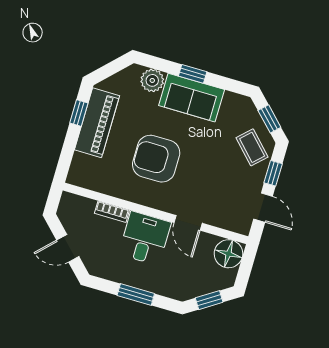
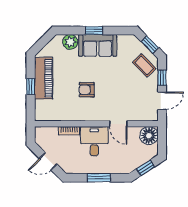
window: (79, 113) -> (31, 87), moved
armchair: (156, 159) -> (87, 90), width x0.53, depth x0.53
door: (263, 208) -> (162, 101), hinge flipped

